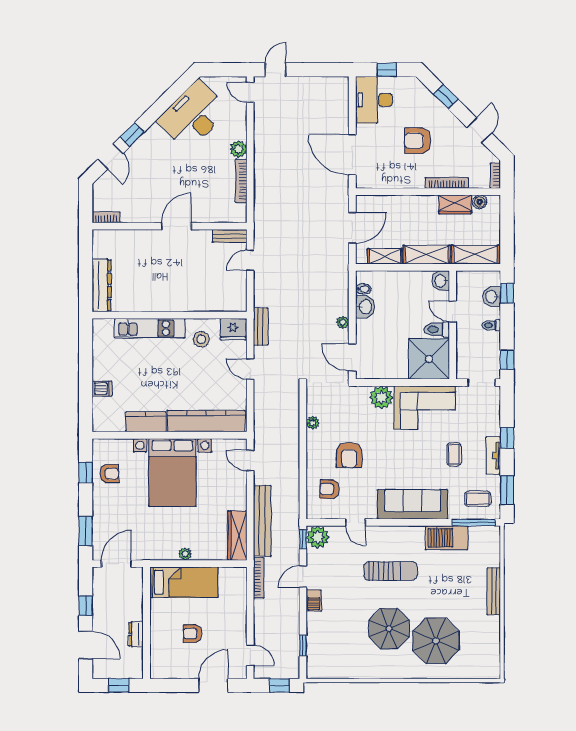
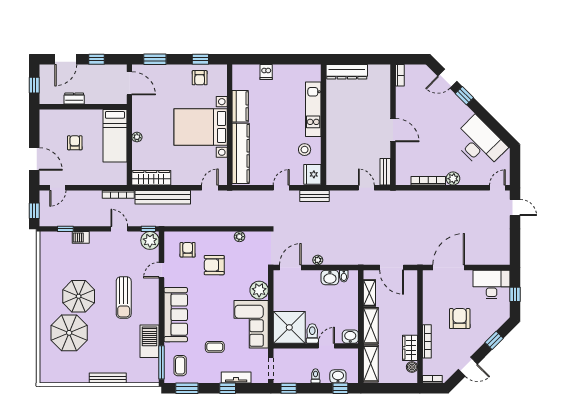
tv unit: (493, 455) -> (236, 378), moved
barbecue: (314, 600) -> (81, 237), moved

